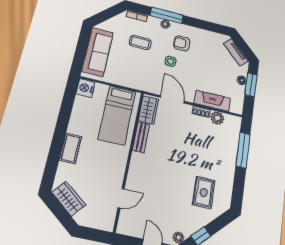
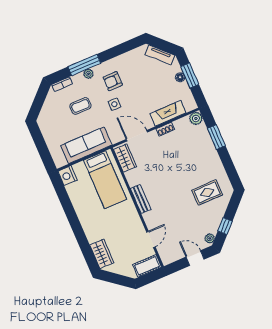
sofa: (98, 52) -> (86, 145), moved, turned -90
plant: (217, 118) -> (196, 119), moved
bench: (141, 137) -> (141, 199), moved
cot: (70, 148) -> (147, 266), moved, turned 90
window: (243, 150) -> (216, 137), width x0.69
rug: (204, 193) -> (207, 192), turned 90
wardrobe: (69, 199) -> (102, 254), moved, turned 52

